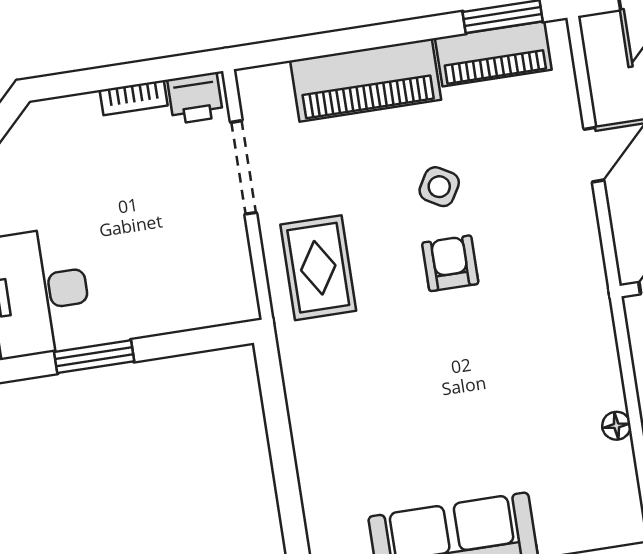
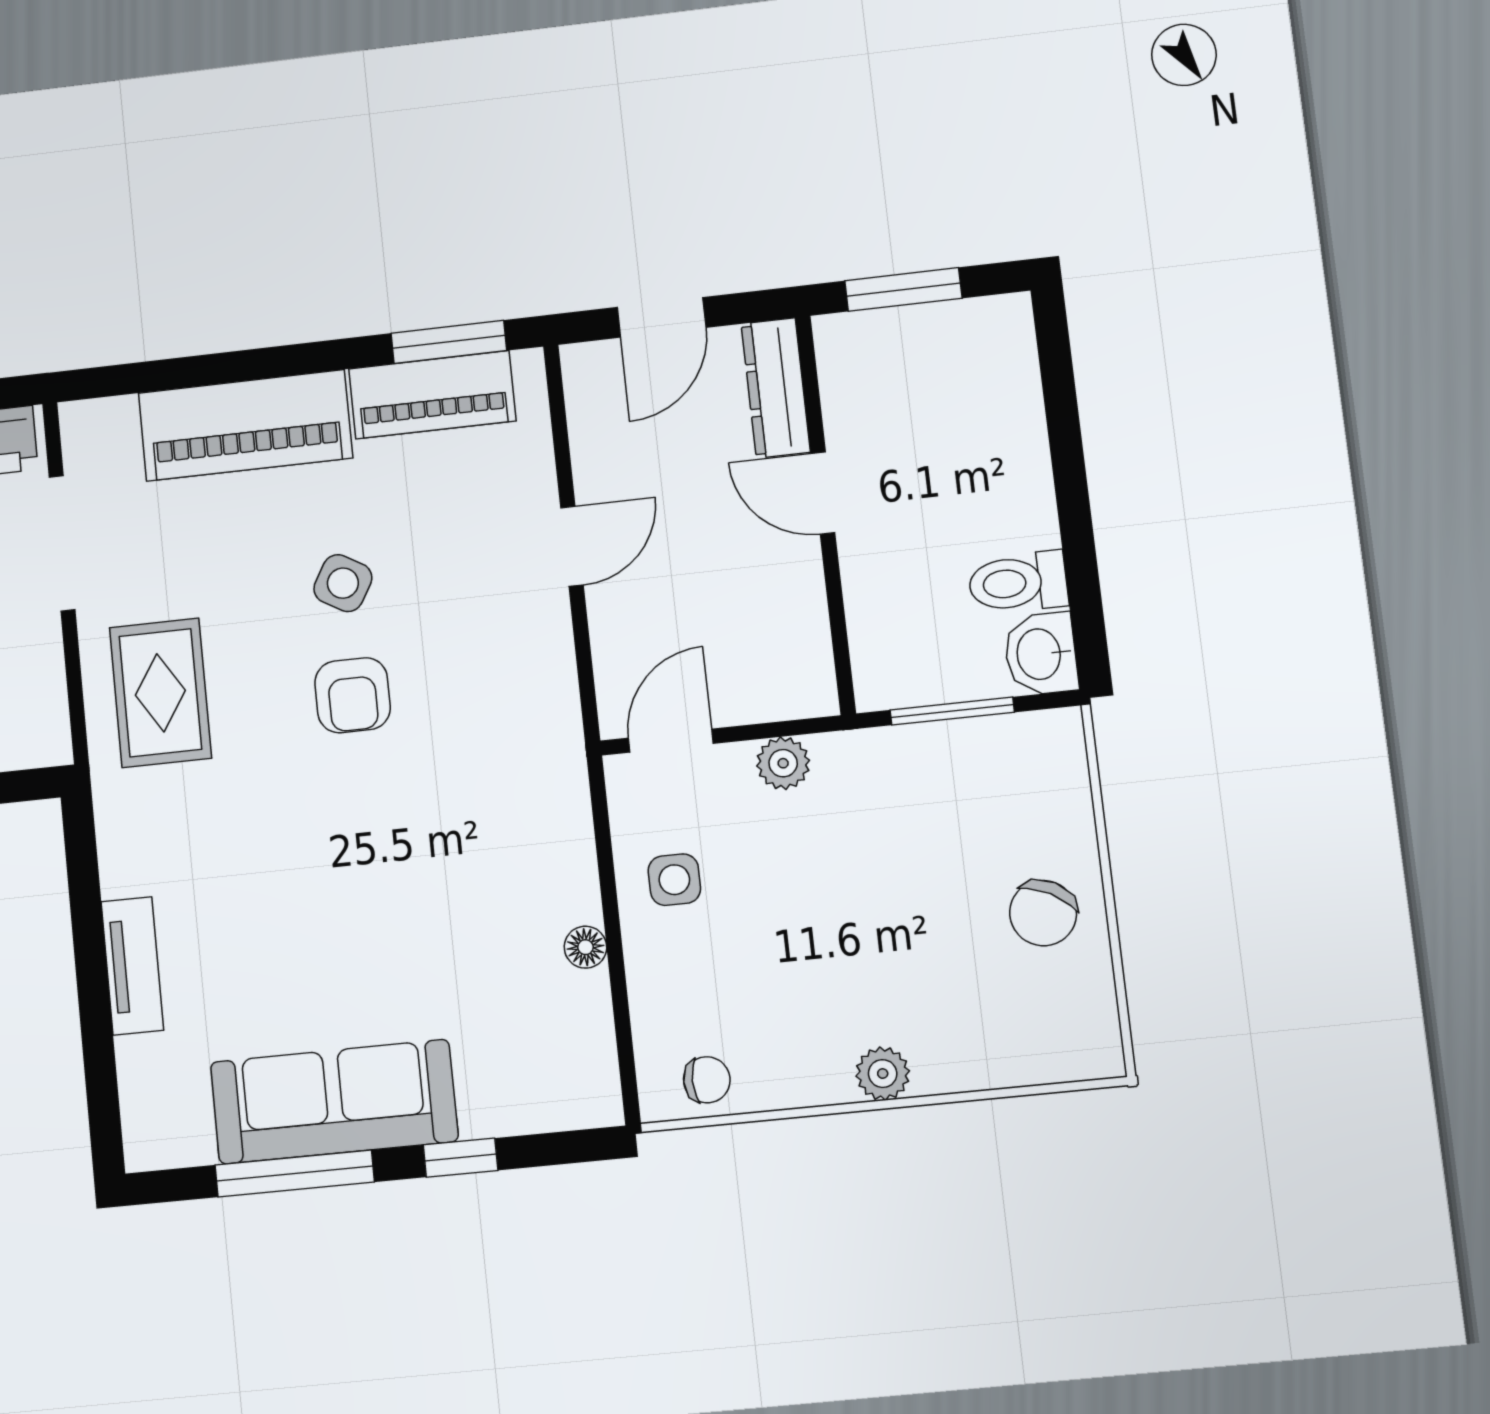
armchair: (450, 263) -> (353, 695), turned 180
tv unit: (311, 455) -> (132, 966), added

